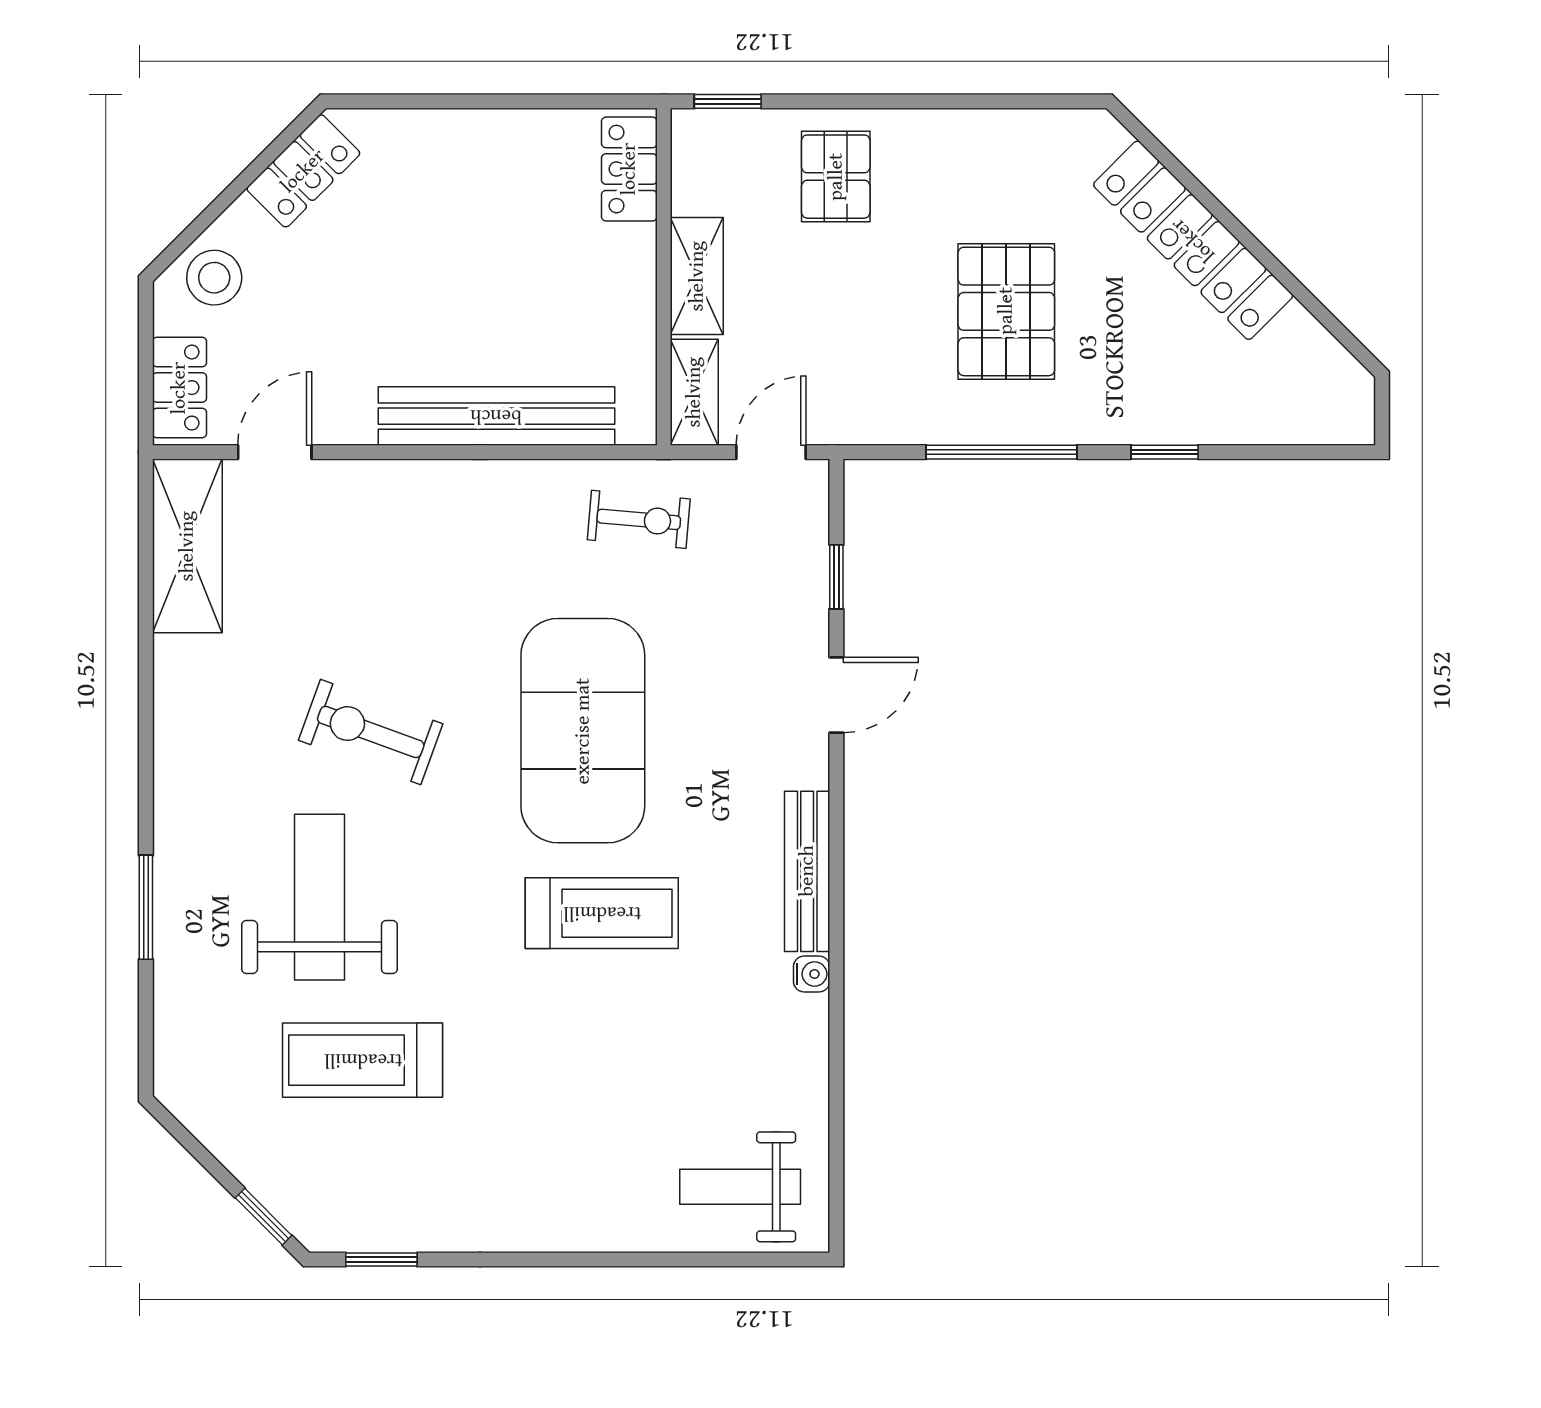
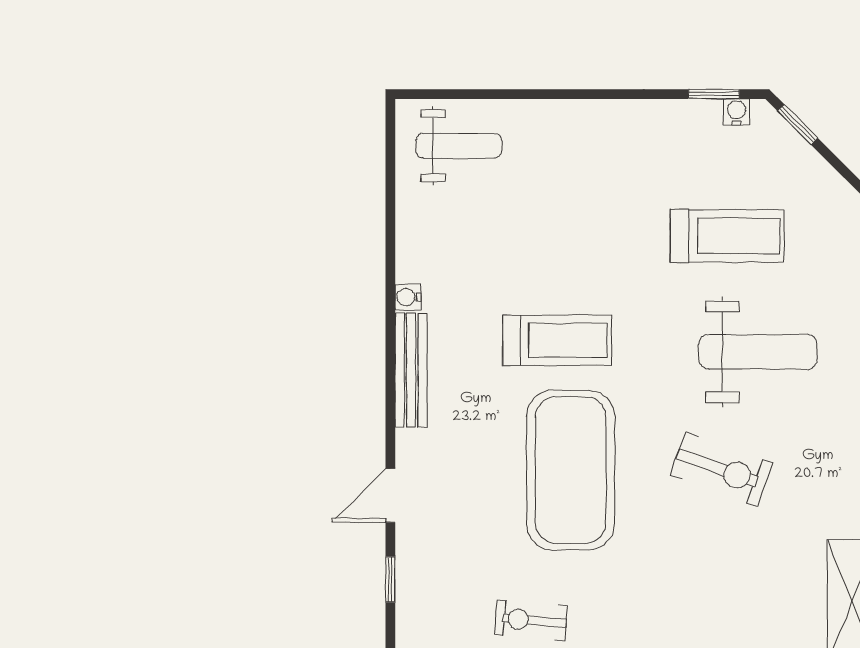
weight bench: (319, 897) -> (758, 352), turned -90
treadmill: (602, 913) -> (557, 340), turned 180
water cooler: (349, 1234) -> (737, 112), added

